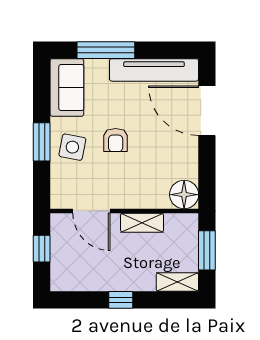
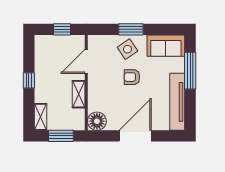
door: (207, 111) -> (135, 136), moved
side table: (72, 147) -> (127, 49), turned 45

